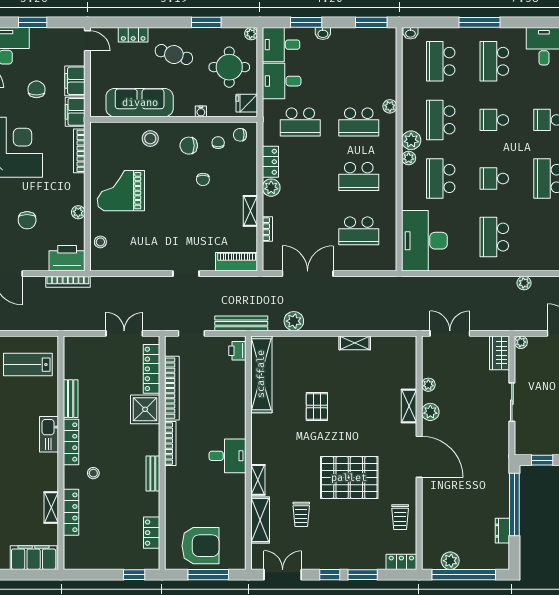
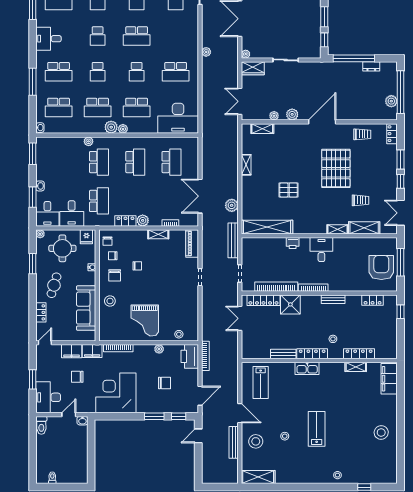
printer: (237, 351) -> (293, 243), moved
shelving: (409, 406) -> (262, 129), moved

